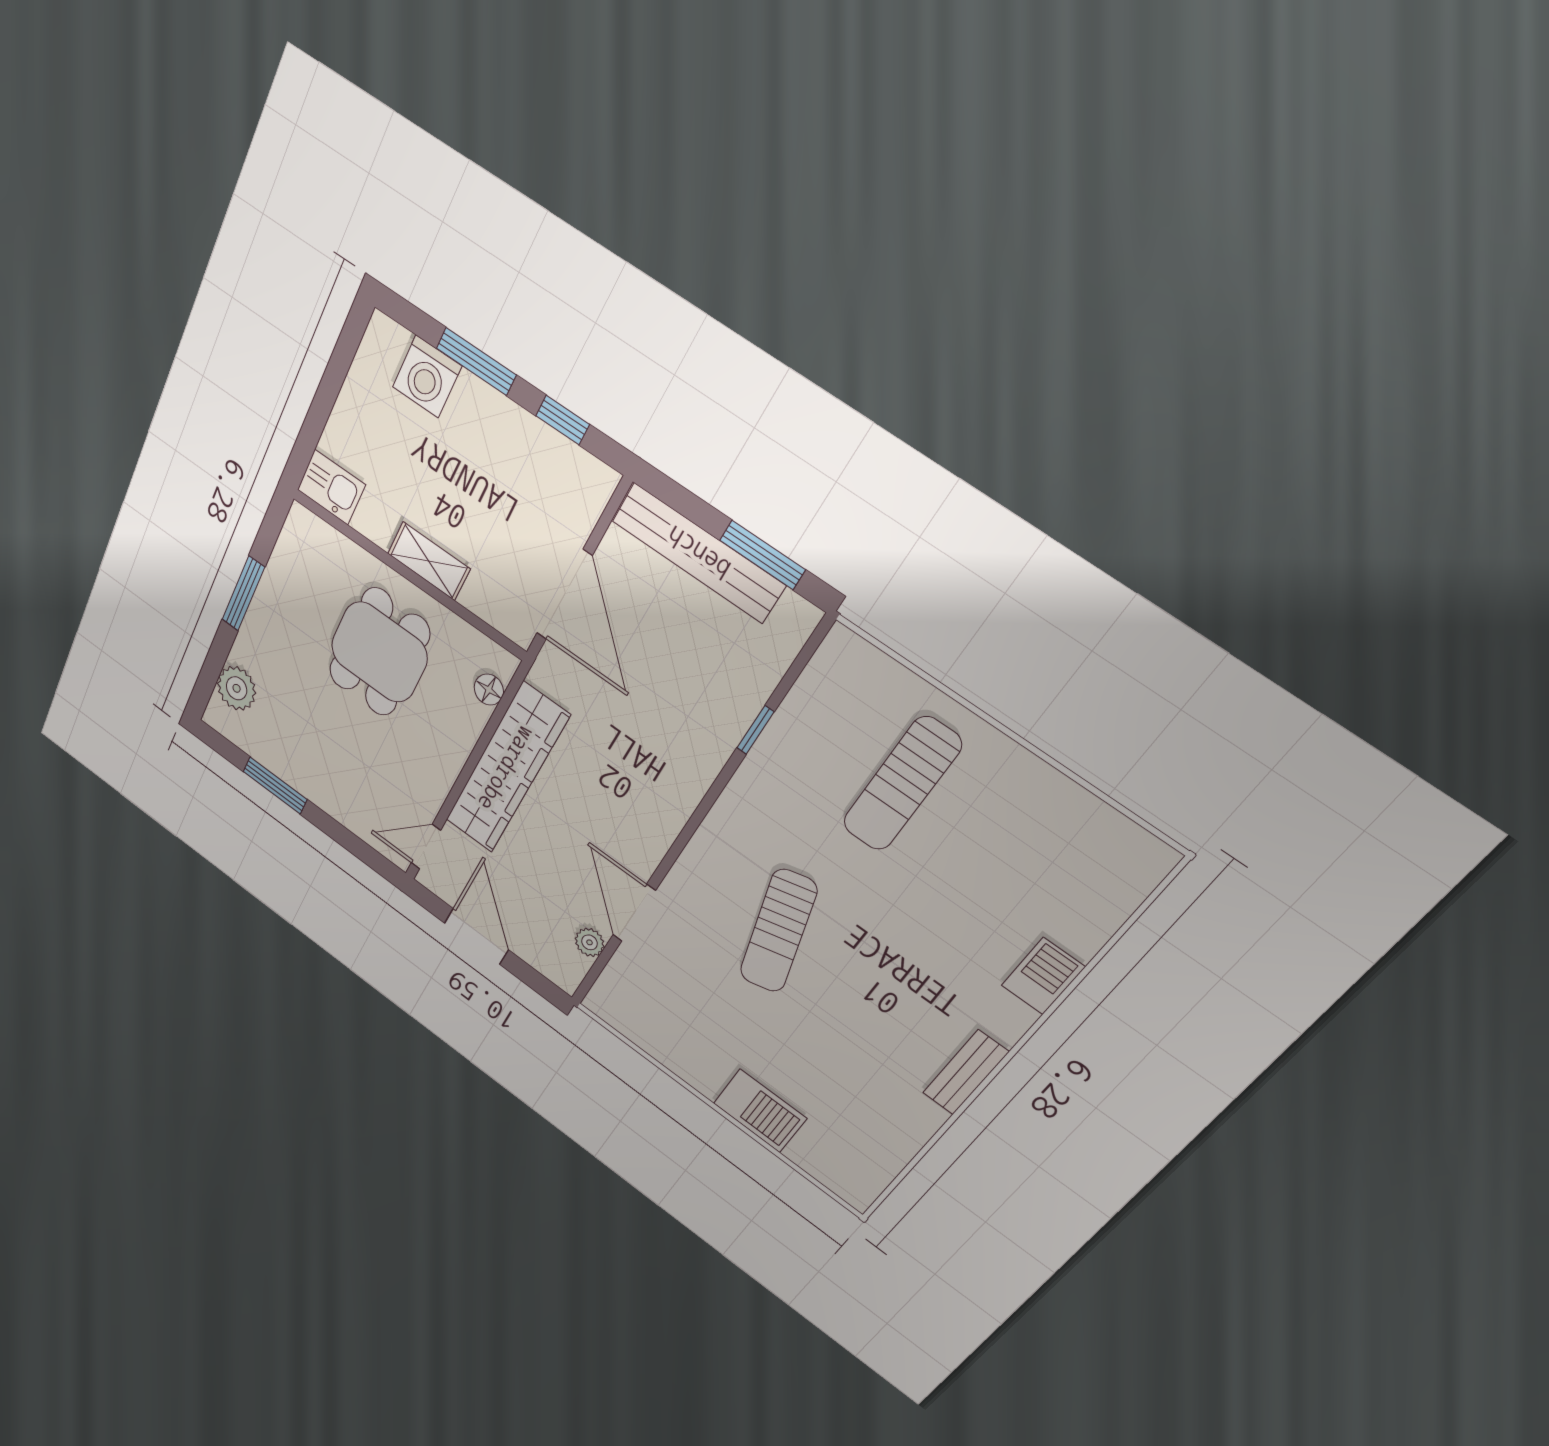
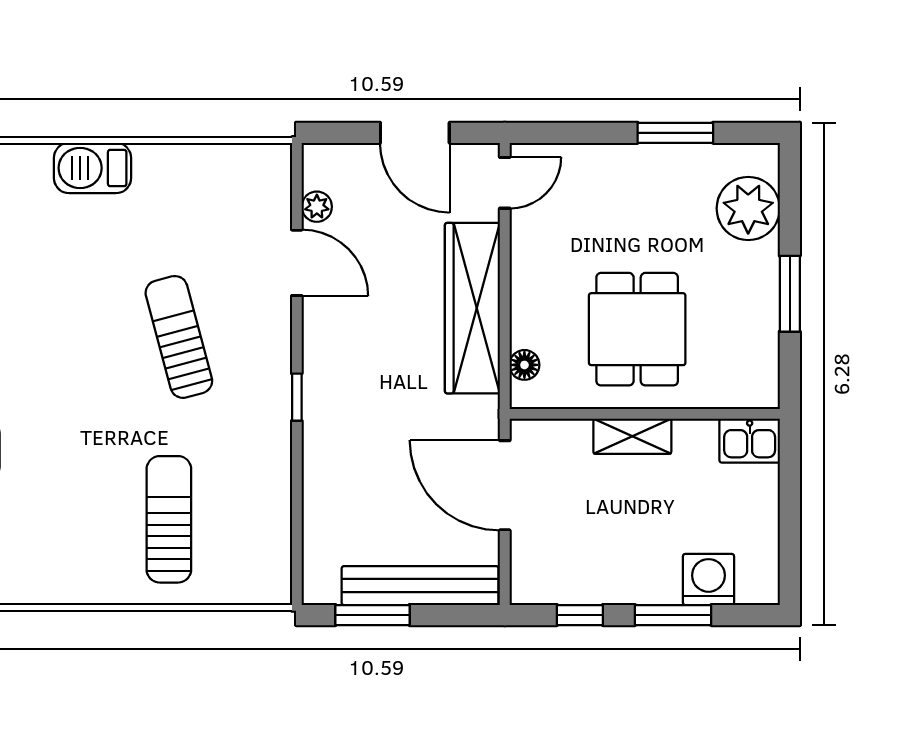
plant: (237, 688) -> (748, 208), width x1.36, depth x1.36
window: (755, 730) -> (297, 397), moved

